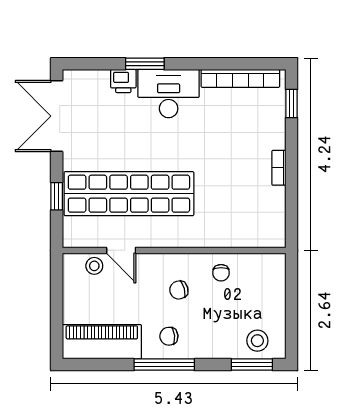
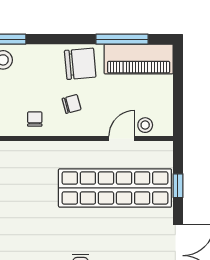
door: (121, 250) -> (122, 138), hinge flipped
chair: (169, 336) -> (80, 64), width x1.87, depth x1.87
window: (164, 365) -> (122, 39), moved

